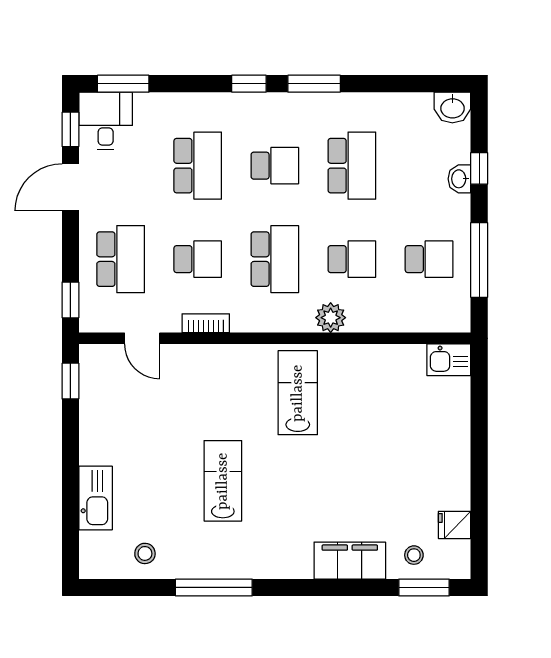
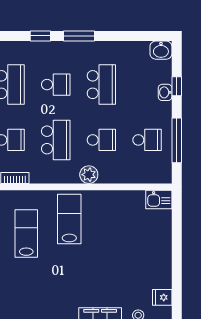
lab bench: (223, 481) -> (26, 234), moved

